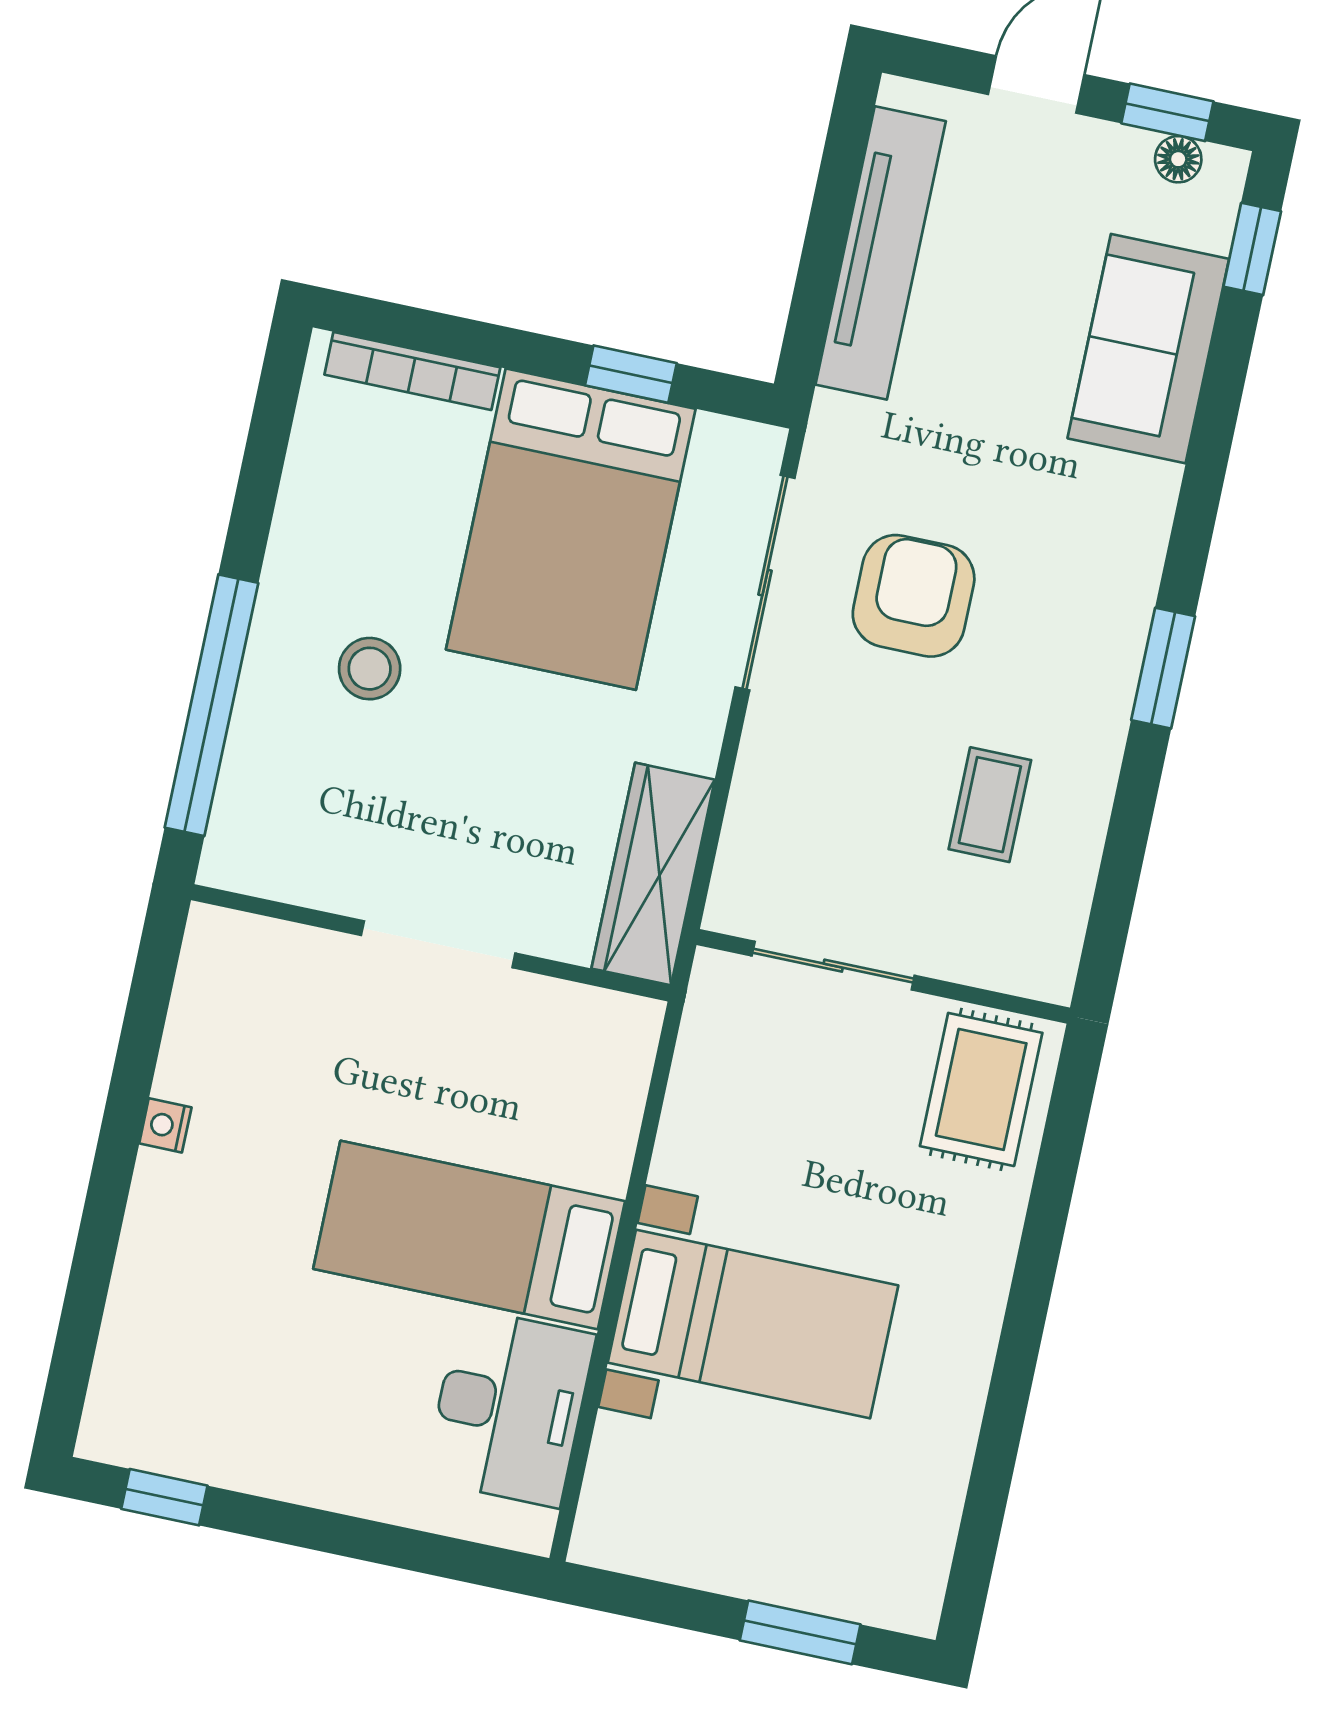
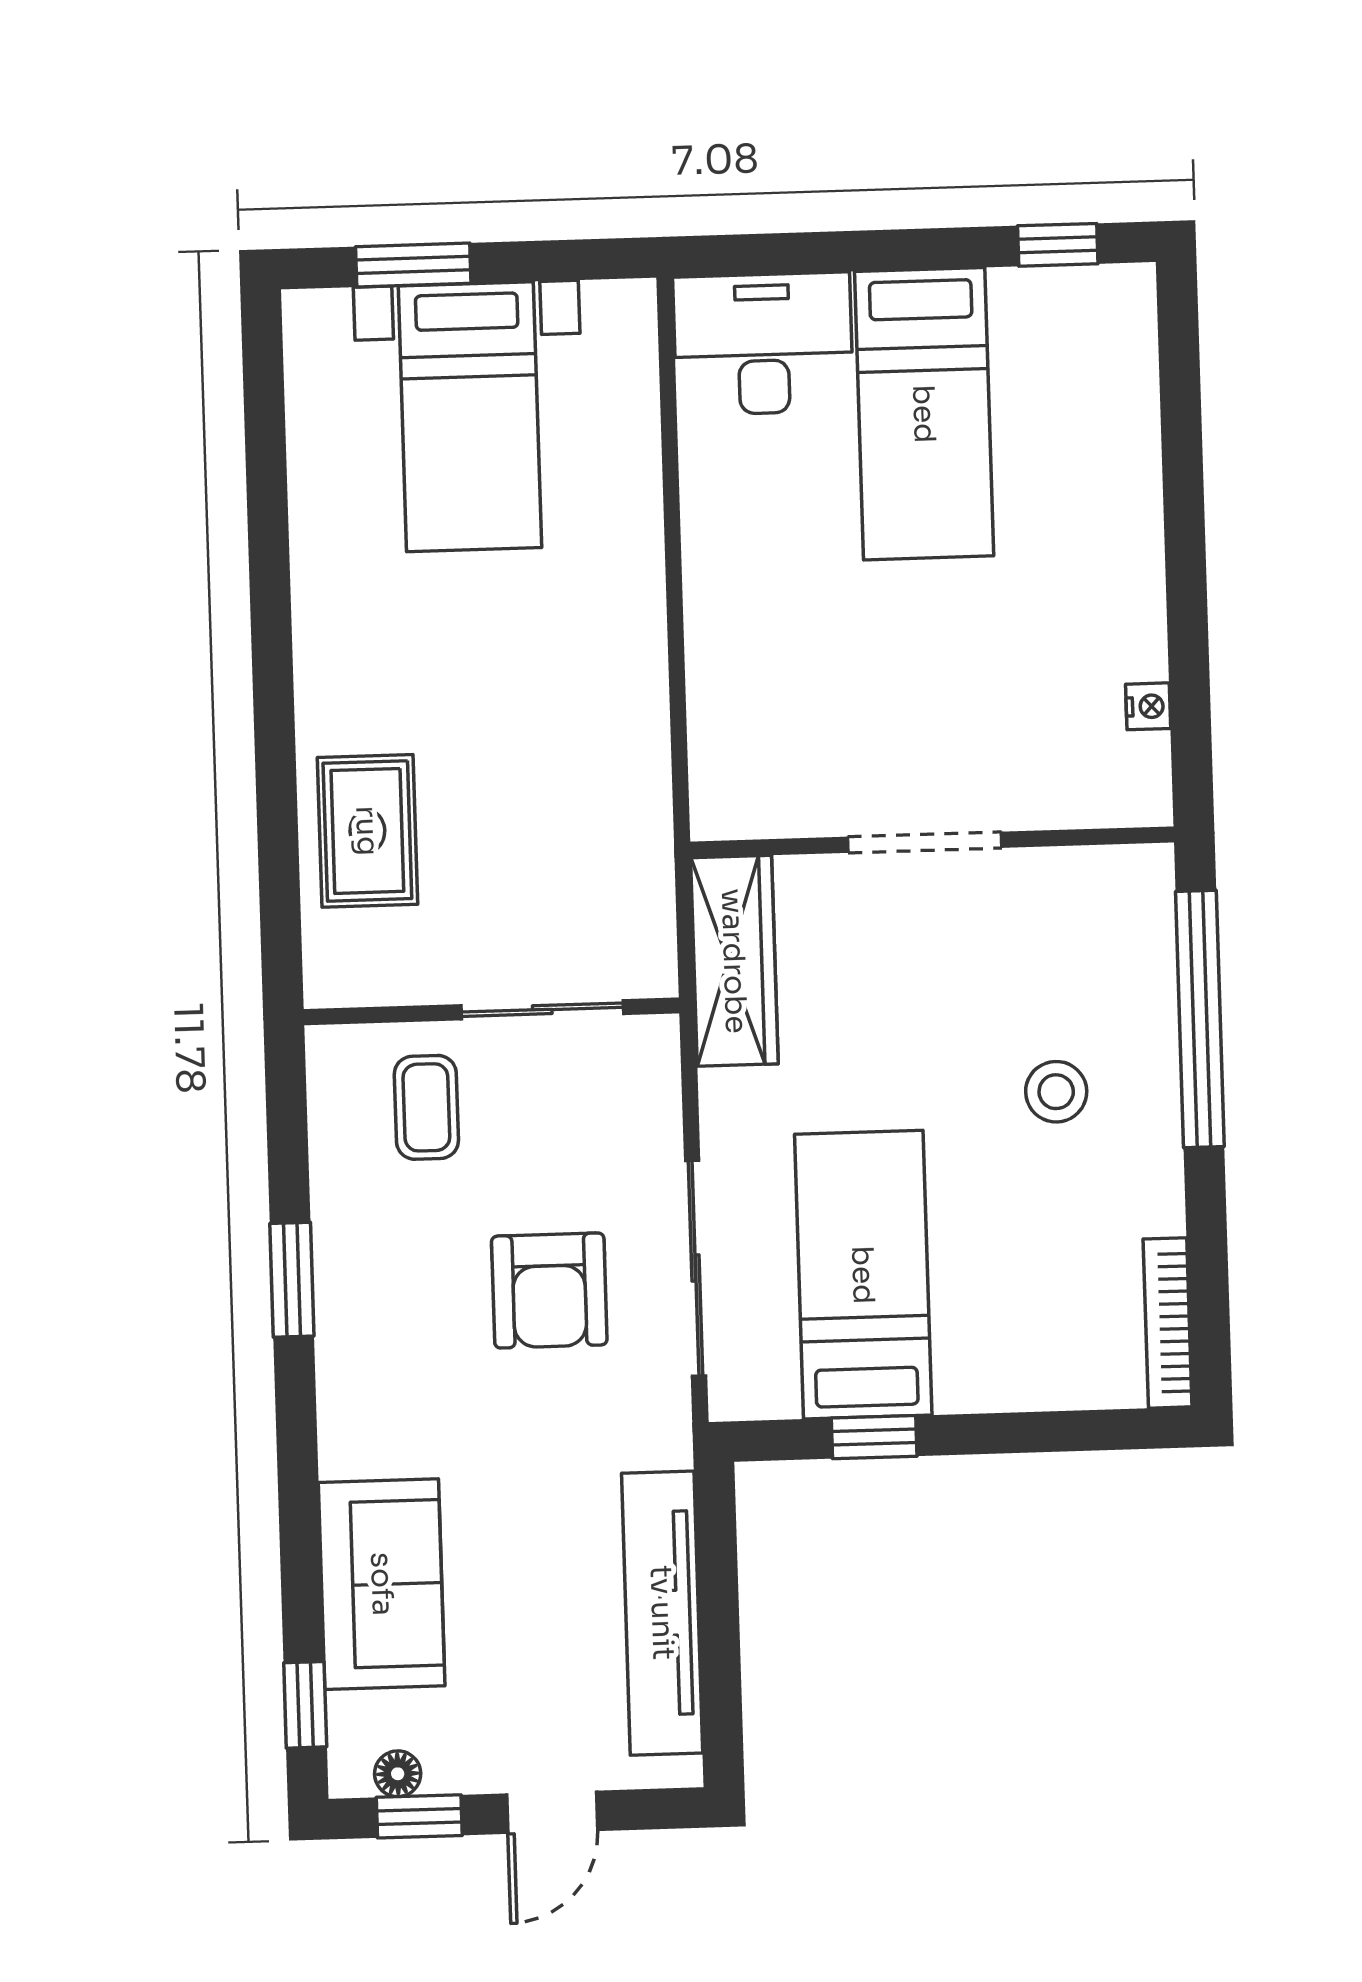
bookcase: (412, 371) -> (1168, 1323), moved, turned -90
bed: (571, 529) -> (863, 1275), width x0.67
sliding door: (833, 966) -> (542, 1010), moved
wall: (883, 976) -> (491, 1011), moved
nightstand: (165, 1125) -> (1148, 706), moved
bed: (469, 1235) -> (924, 414), moved, turned 90
bed with nightstands: (753, 1324) -> (470, 417), moved, turned -90
desk: (510, 1407) -> (763, 344), moved, turned 90

